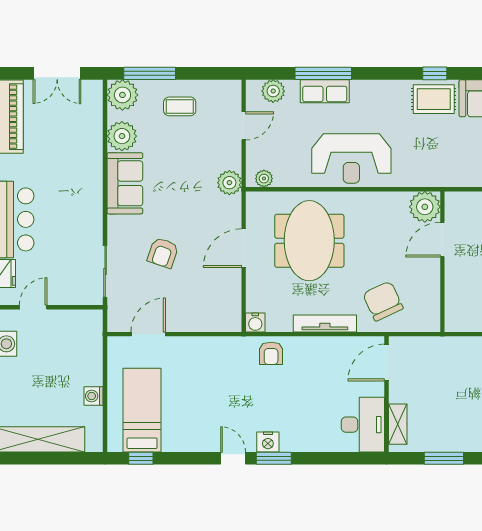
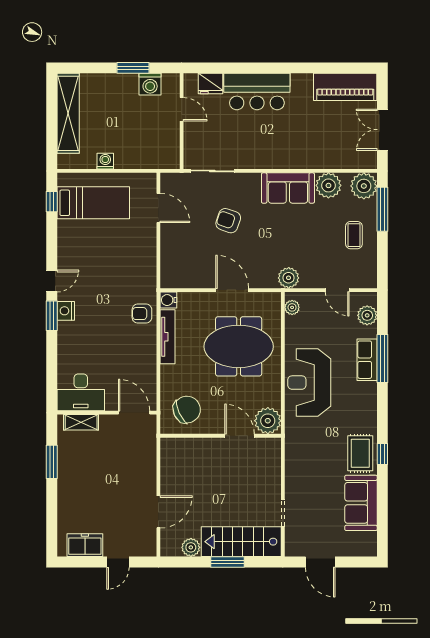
plant: (425, 207) -> (268, 421), moved
door: (442, 240) -> (240, 436), moved
wall: (442, 262) -> (221, 436), moved
tv unit: (325, 323) -> (168, 337), moved

